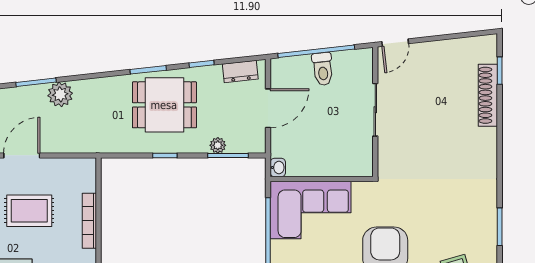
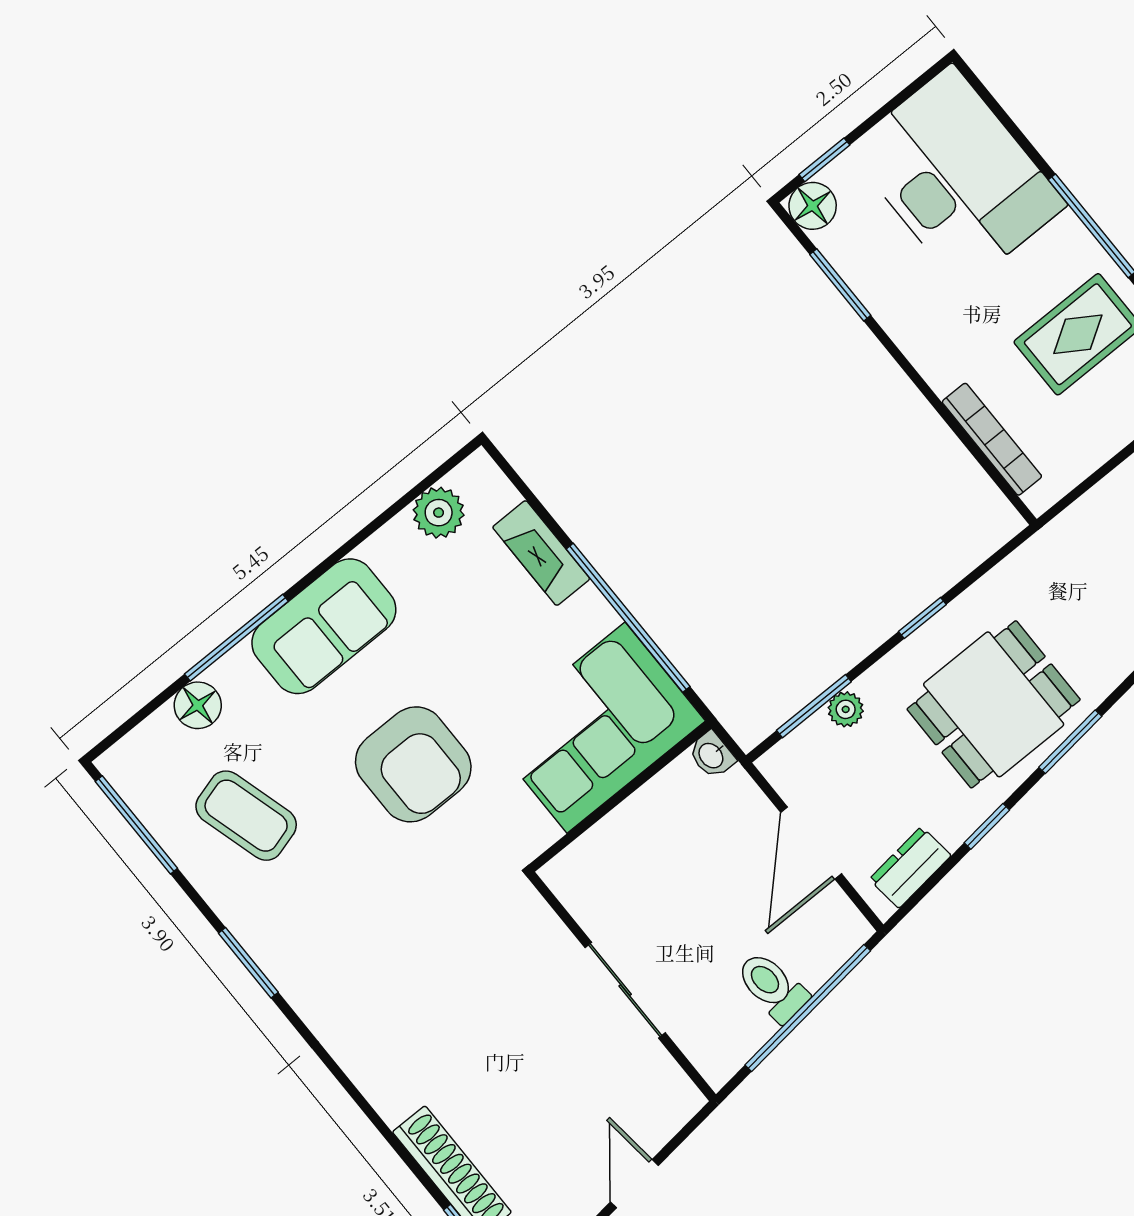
door: (395, 43) -> (634, 1184), moved
bookcase: (89, 221) -> (992, 439), moved

